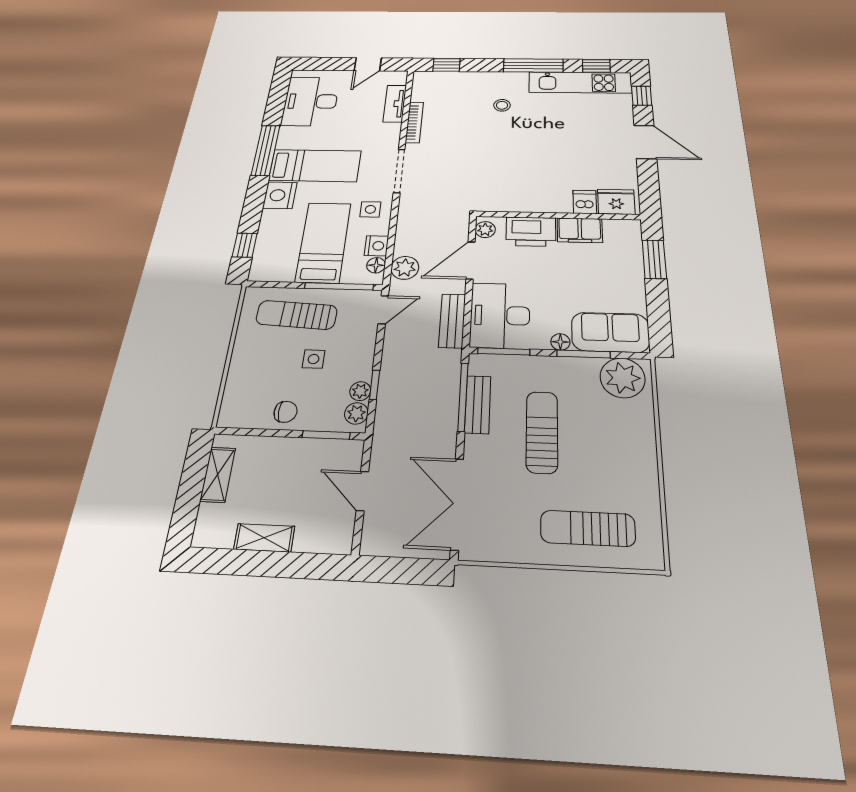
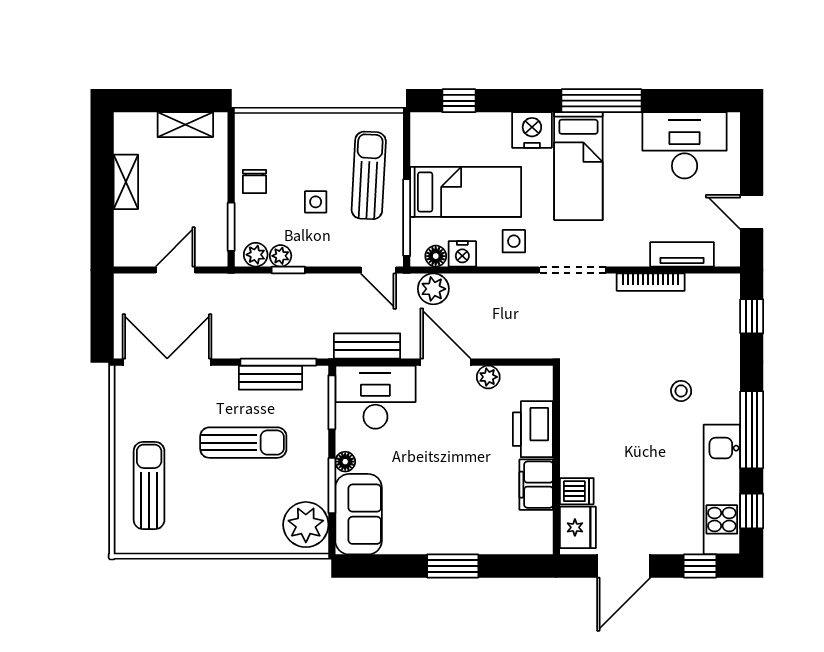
dishwasher: (585, 202) -> (577, 491), moved
fridge: (616, 202) -> (578, 527), moved
wall: (558, 215) -> (556, 460), moved
filing cabinet: (580, 230) -> (536, 485), moved
printer: (531, 232) -> (533, 429), moved

